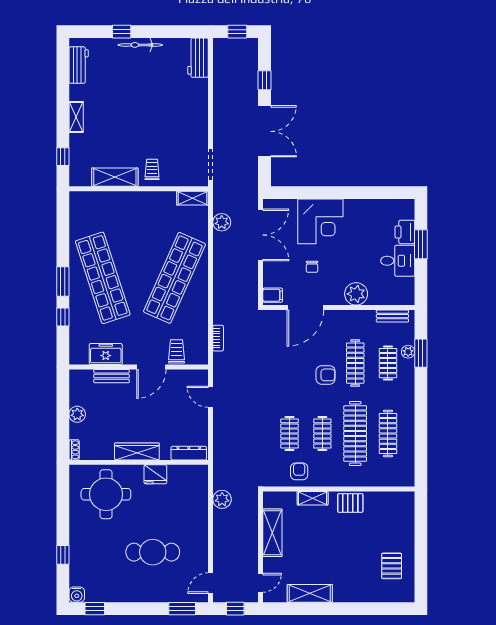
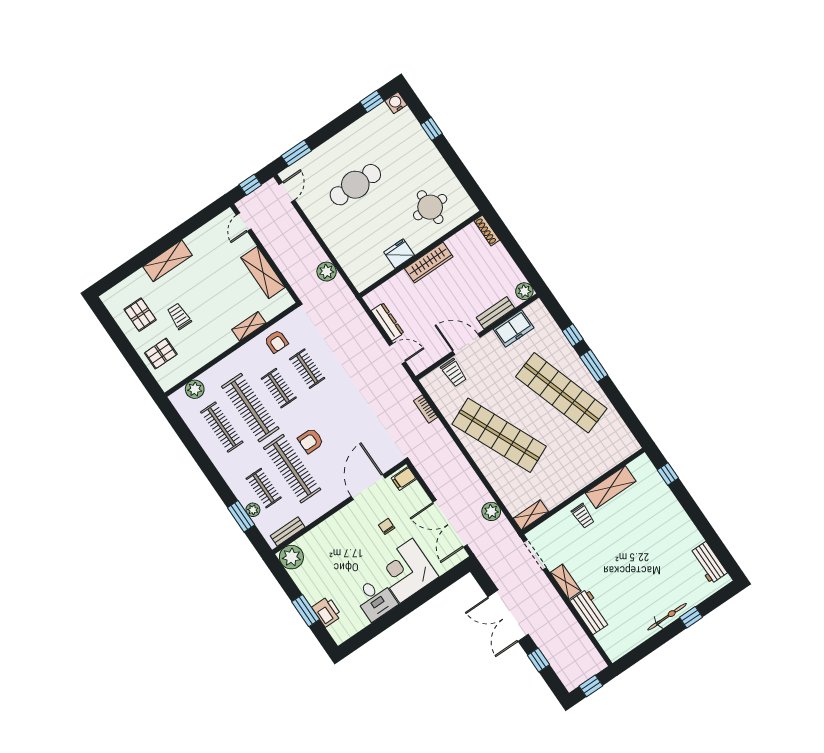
workbench: (198, 58) -> (590, 612), moved
shelving: (76, 117) -> (566, 582), moved
desk: (398, 261) -> (375, 599), moved, turned -90
shop shelf: (175, 278) -> (499, 435), turned -48
plant: (356, 294) -> (291, 557), moved
clothes rail: (355, 363) -> (292, 469), width x1.37, depth x1.31
door: (151, 367) -> (466, 344), hinge flipped
plant: (77, 414) -> (524, 291), moved
shoe rack: (74, 450) -> (487, 230), width x1.43
dresser: (189, 453) -> (387, 322), moved, turned -90
plant: (389, 478) -> (195, 389), added
round table: (106, 494) -> (430, 207), width x0.73, depth x0.73
pallet: (350, 503) -> (161, 354), moved
trolley: (362, 544) -> (179, 316), added
shelving: (310, 593) -> (168, 261), moved

